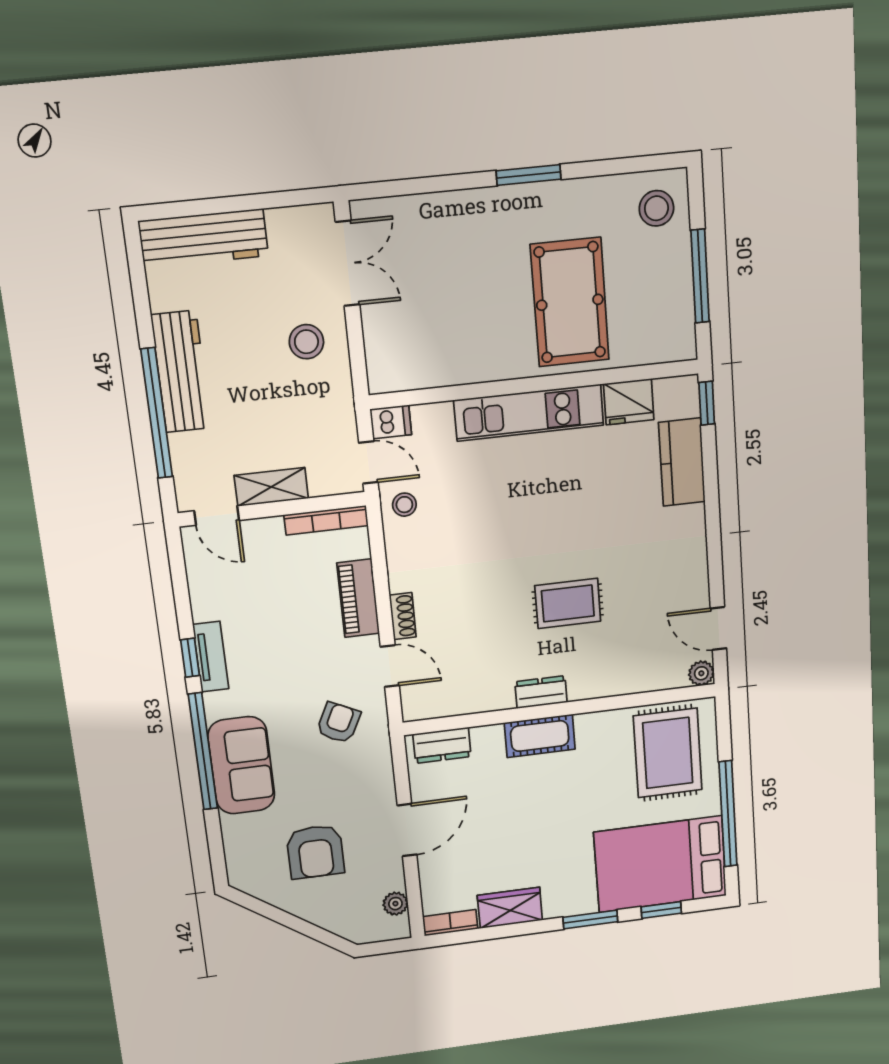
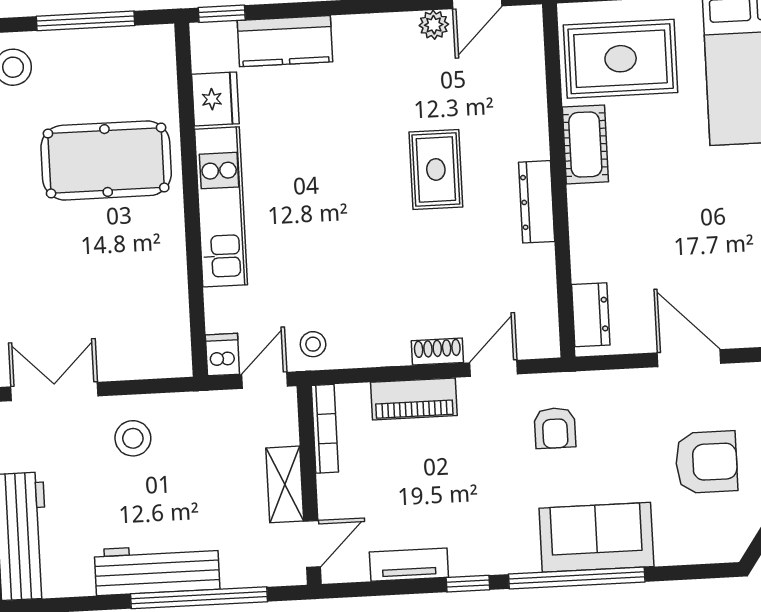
tv unit: (211, 657) -> (409, 565), moved
plant: (701, 673) -> (434, 25), moved
dresser: (541, 692) -> (537, 202), width x1.44
armchair: (338, 723) -> (555, 428), turned -116
cot: (540, 736) -> (585, 144), moved

